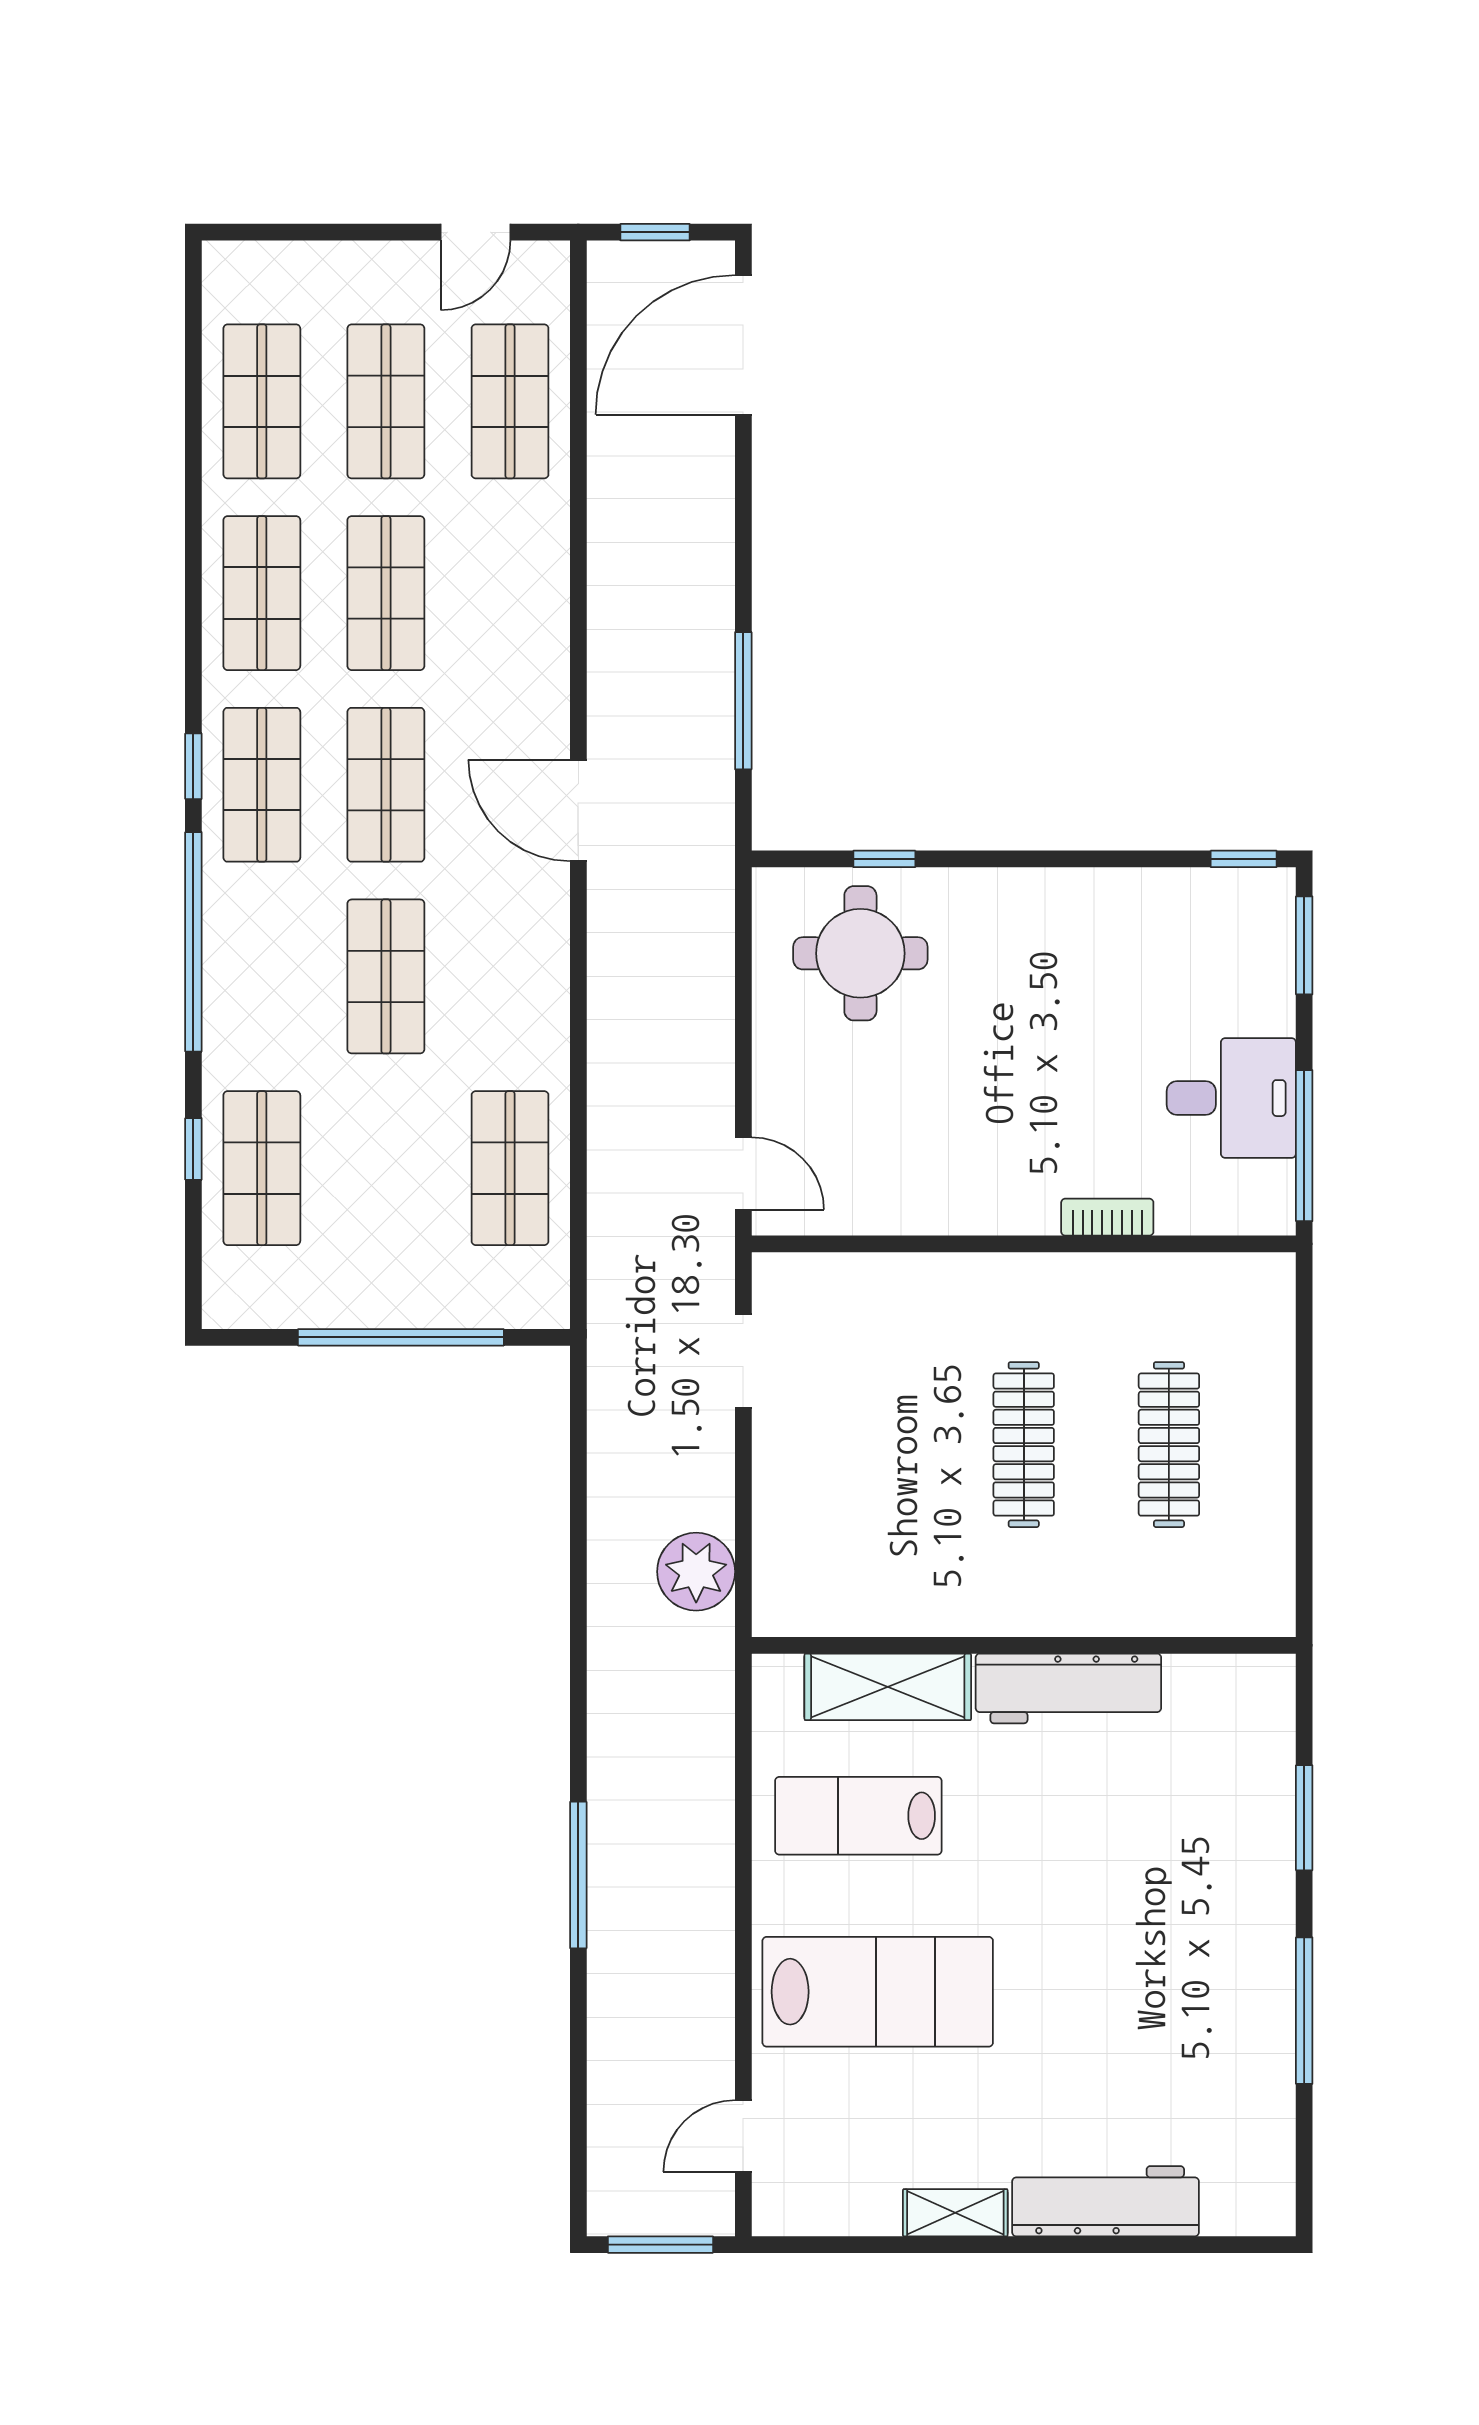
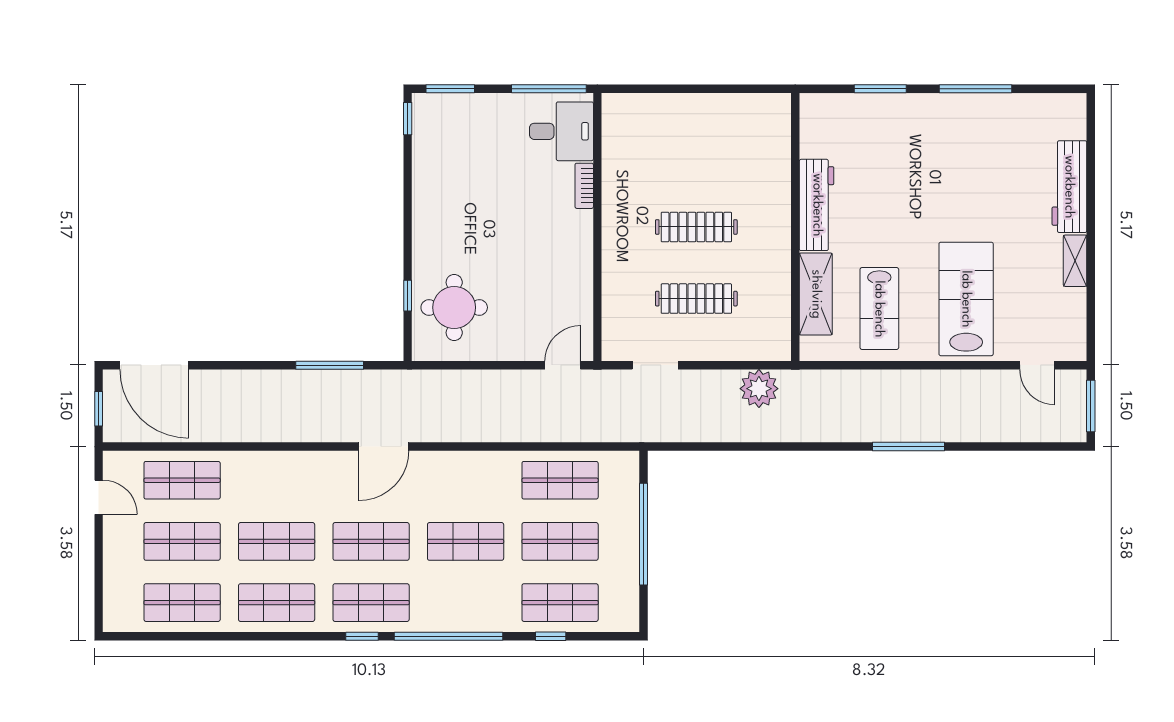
desk: (1231, 1098) -> (561, 131), moved, turned 90
shop shelf: (386, 1168) -> (560, 541), added
clothes rail: (1169, 1445) -> (696, 299), moved

